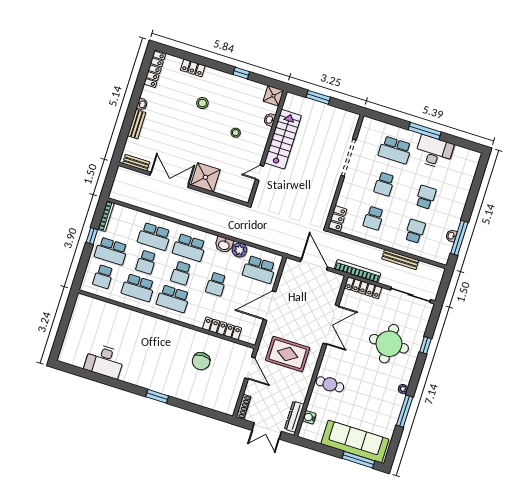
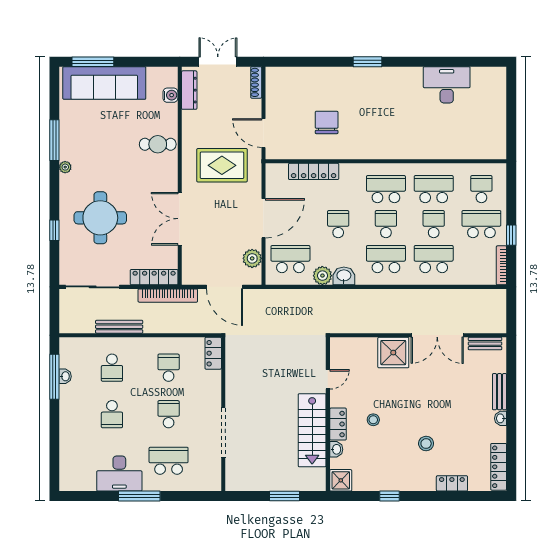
locker: (262, 138) -> (338, 424), added
plant: (287, 279) -> (252, 258), added

